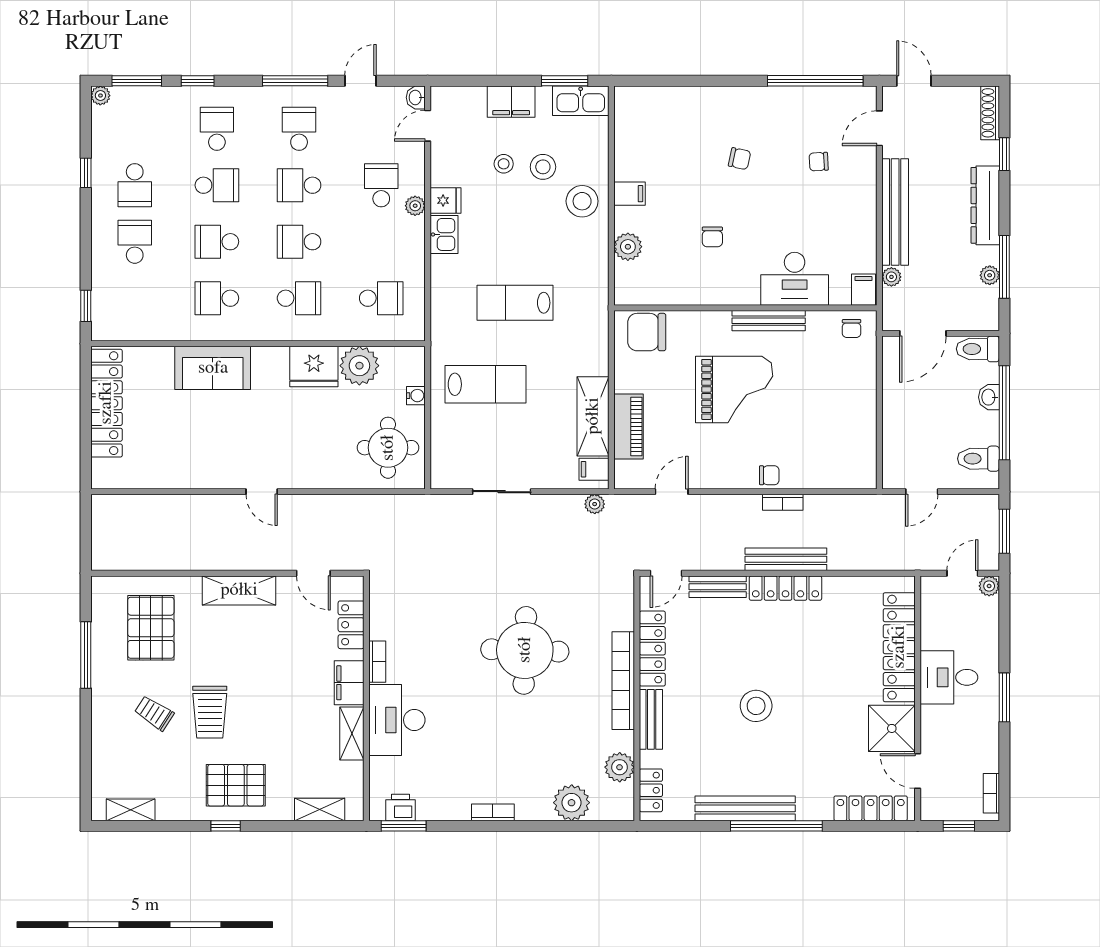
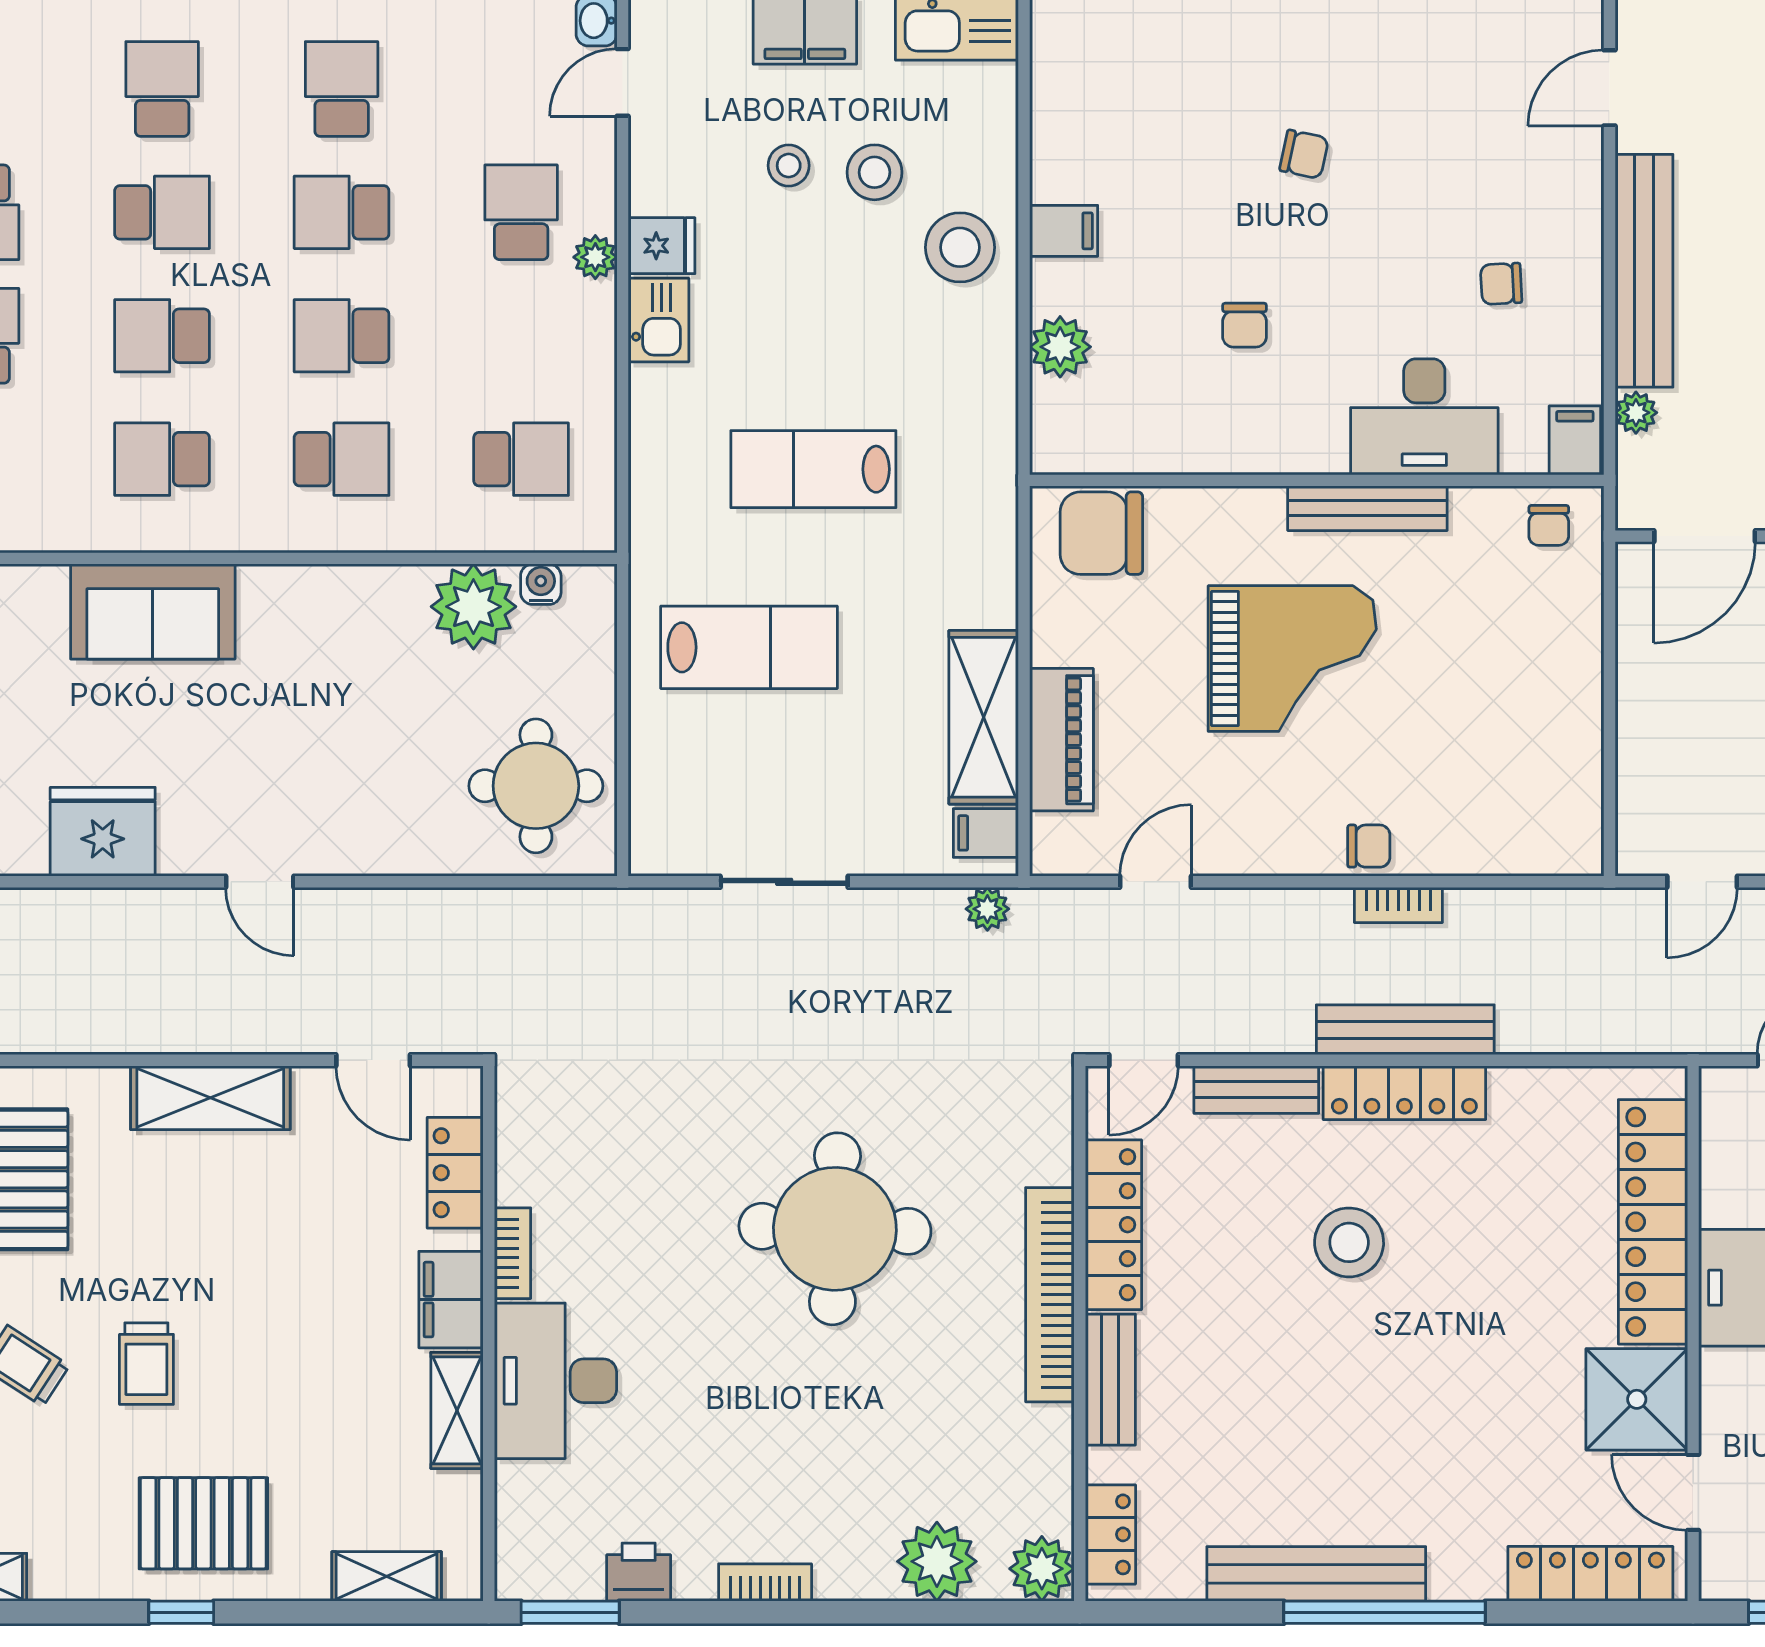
chair: (819, 162) -> (1501, 284), moved
fridge: (314, 366) -> (103, 832), moved, turned 180
water cooler: (416, 396) -> (541, 584), moved, turned -90
stool: (756, 706) -> (1349, 1242), moved
trolley: (210, 712) -> (146, 1364), width x0.73, depth x0.72
plant: (620, 767) -> (1042, 1569), moved
printer: (401, 808) -> (639, 1572), moved

